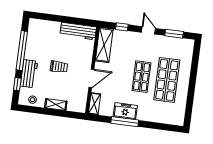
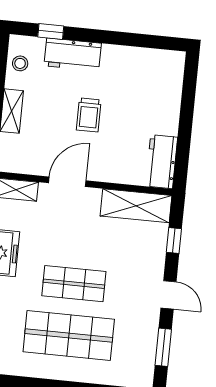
door: (148, 30) -> (168, 295), hinge flipped
workbench: (78, 31) -> (162, 162), width x0.73
window: (22, 51) -> (119, 38), removed
door: (91, 78) -> (67, 182), swing flipped

